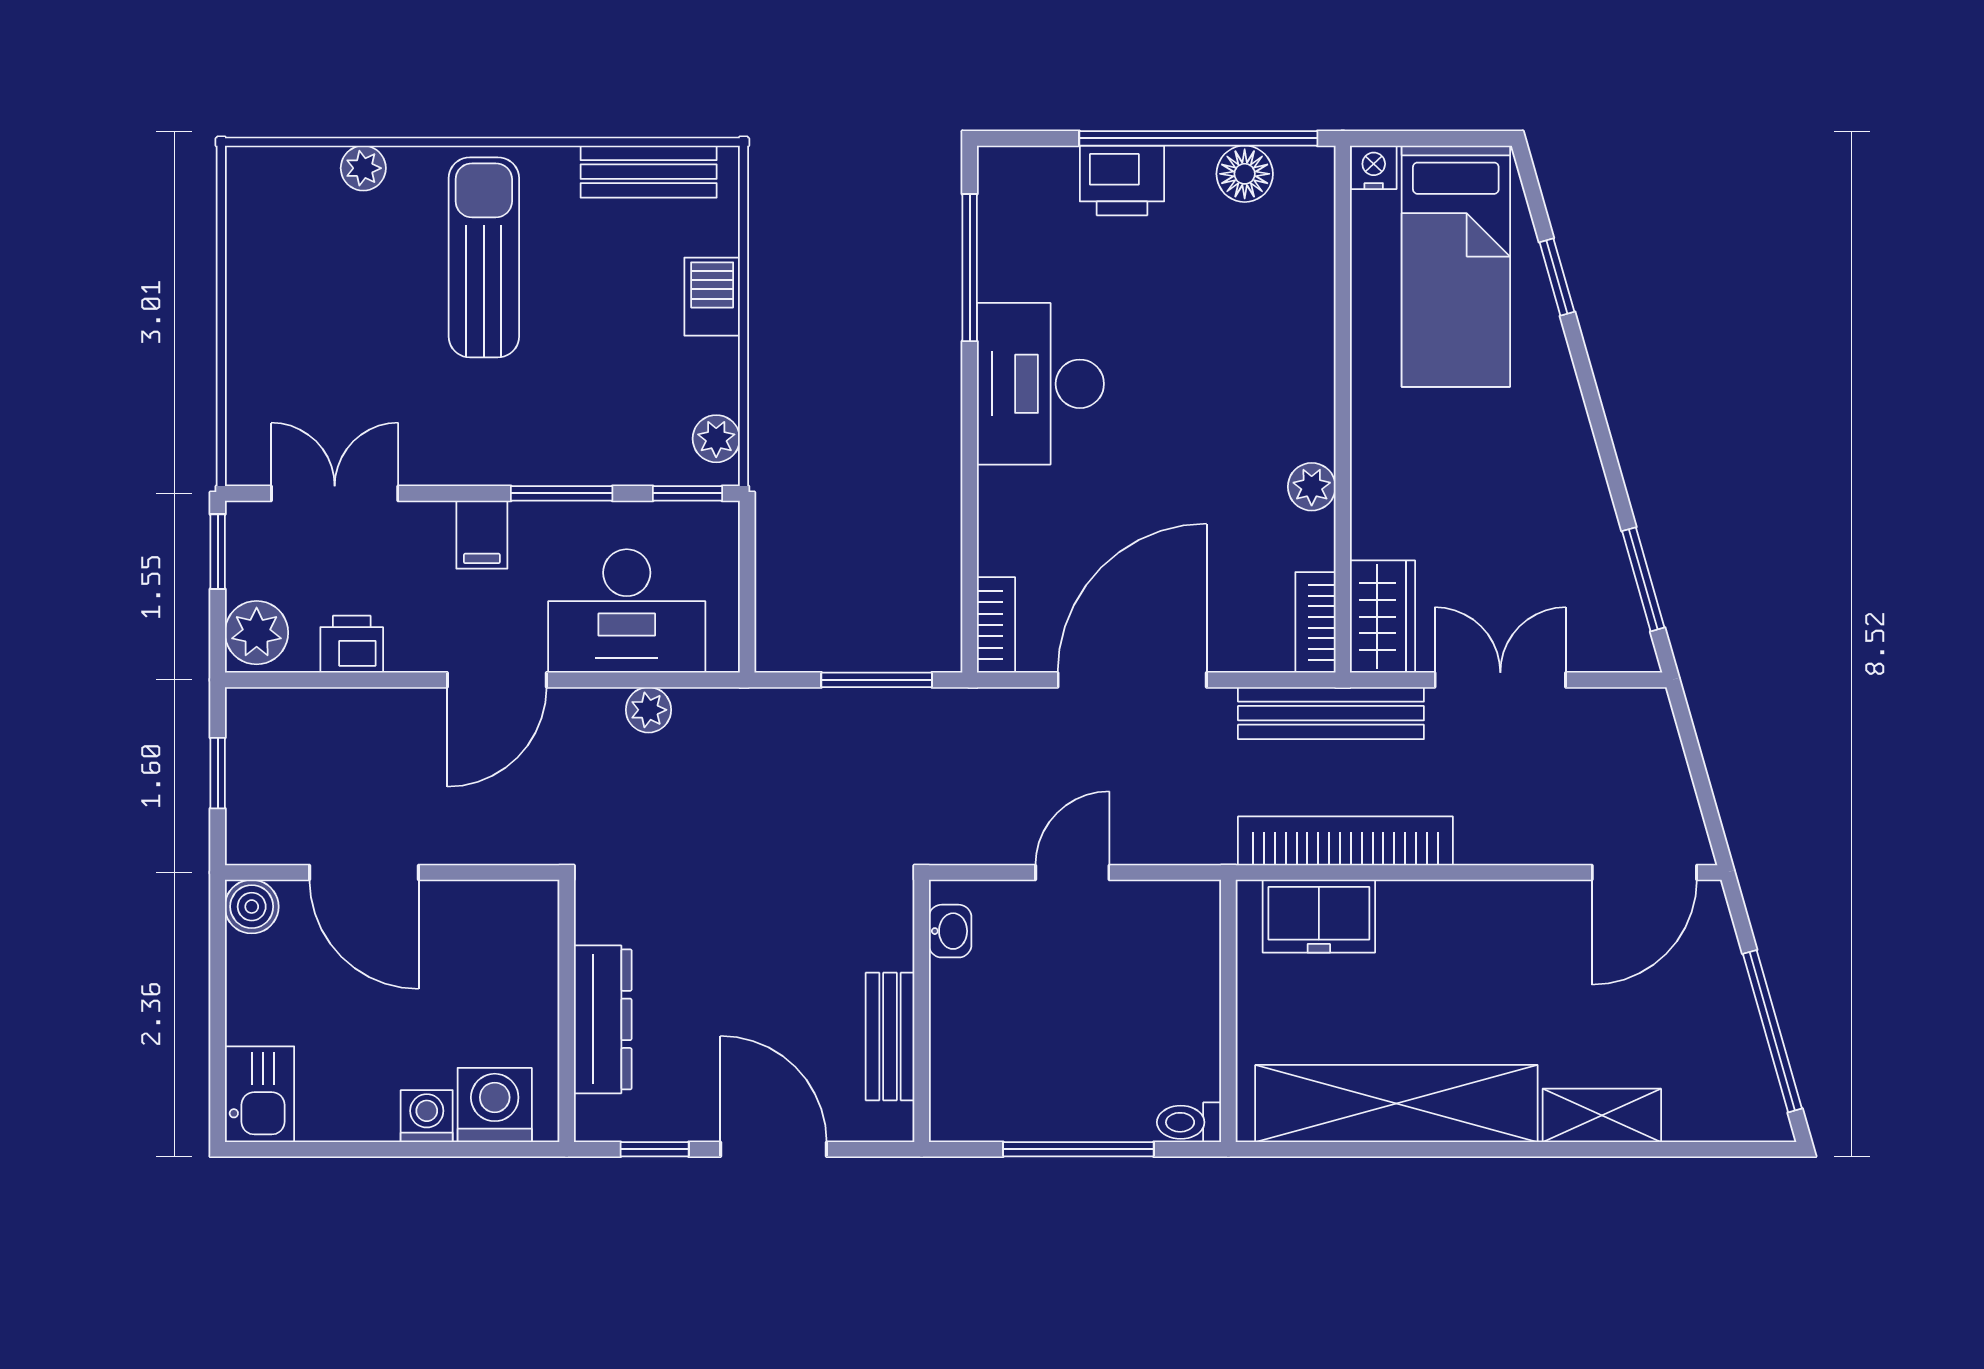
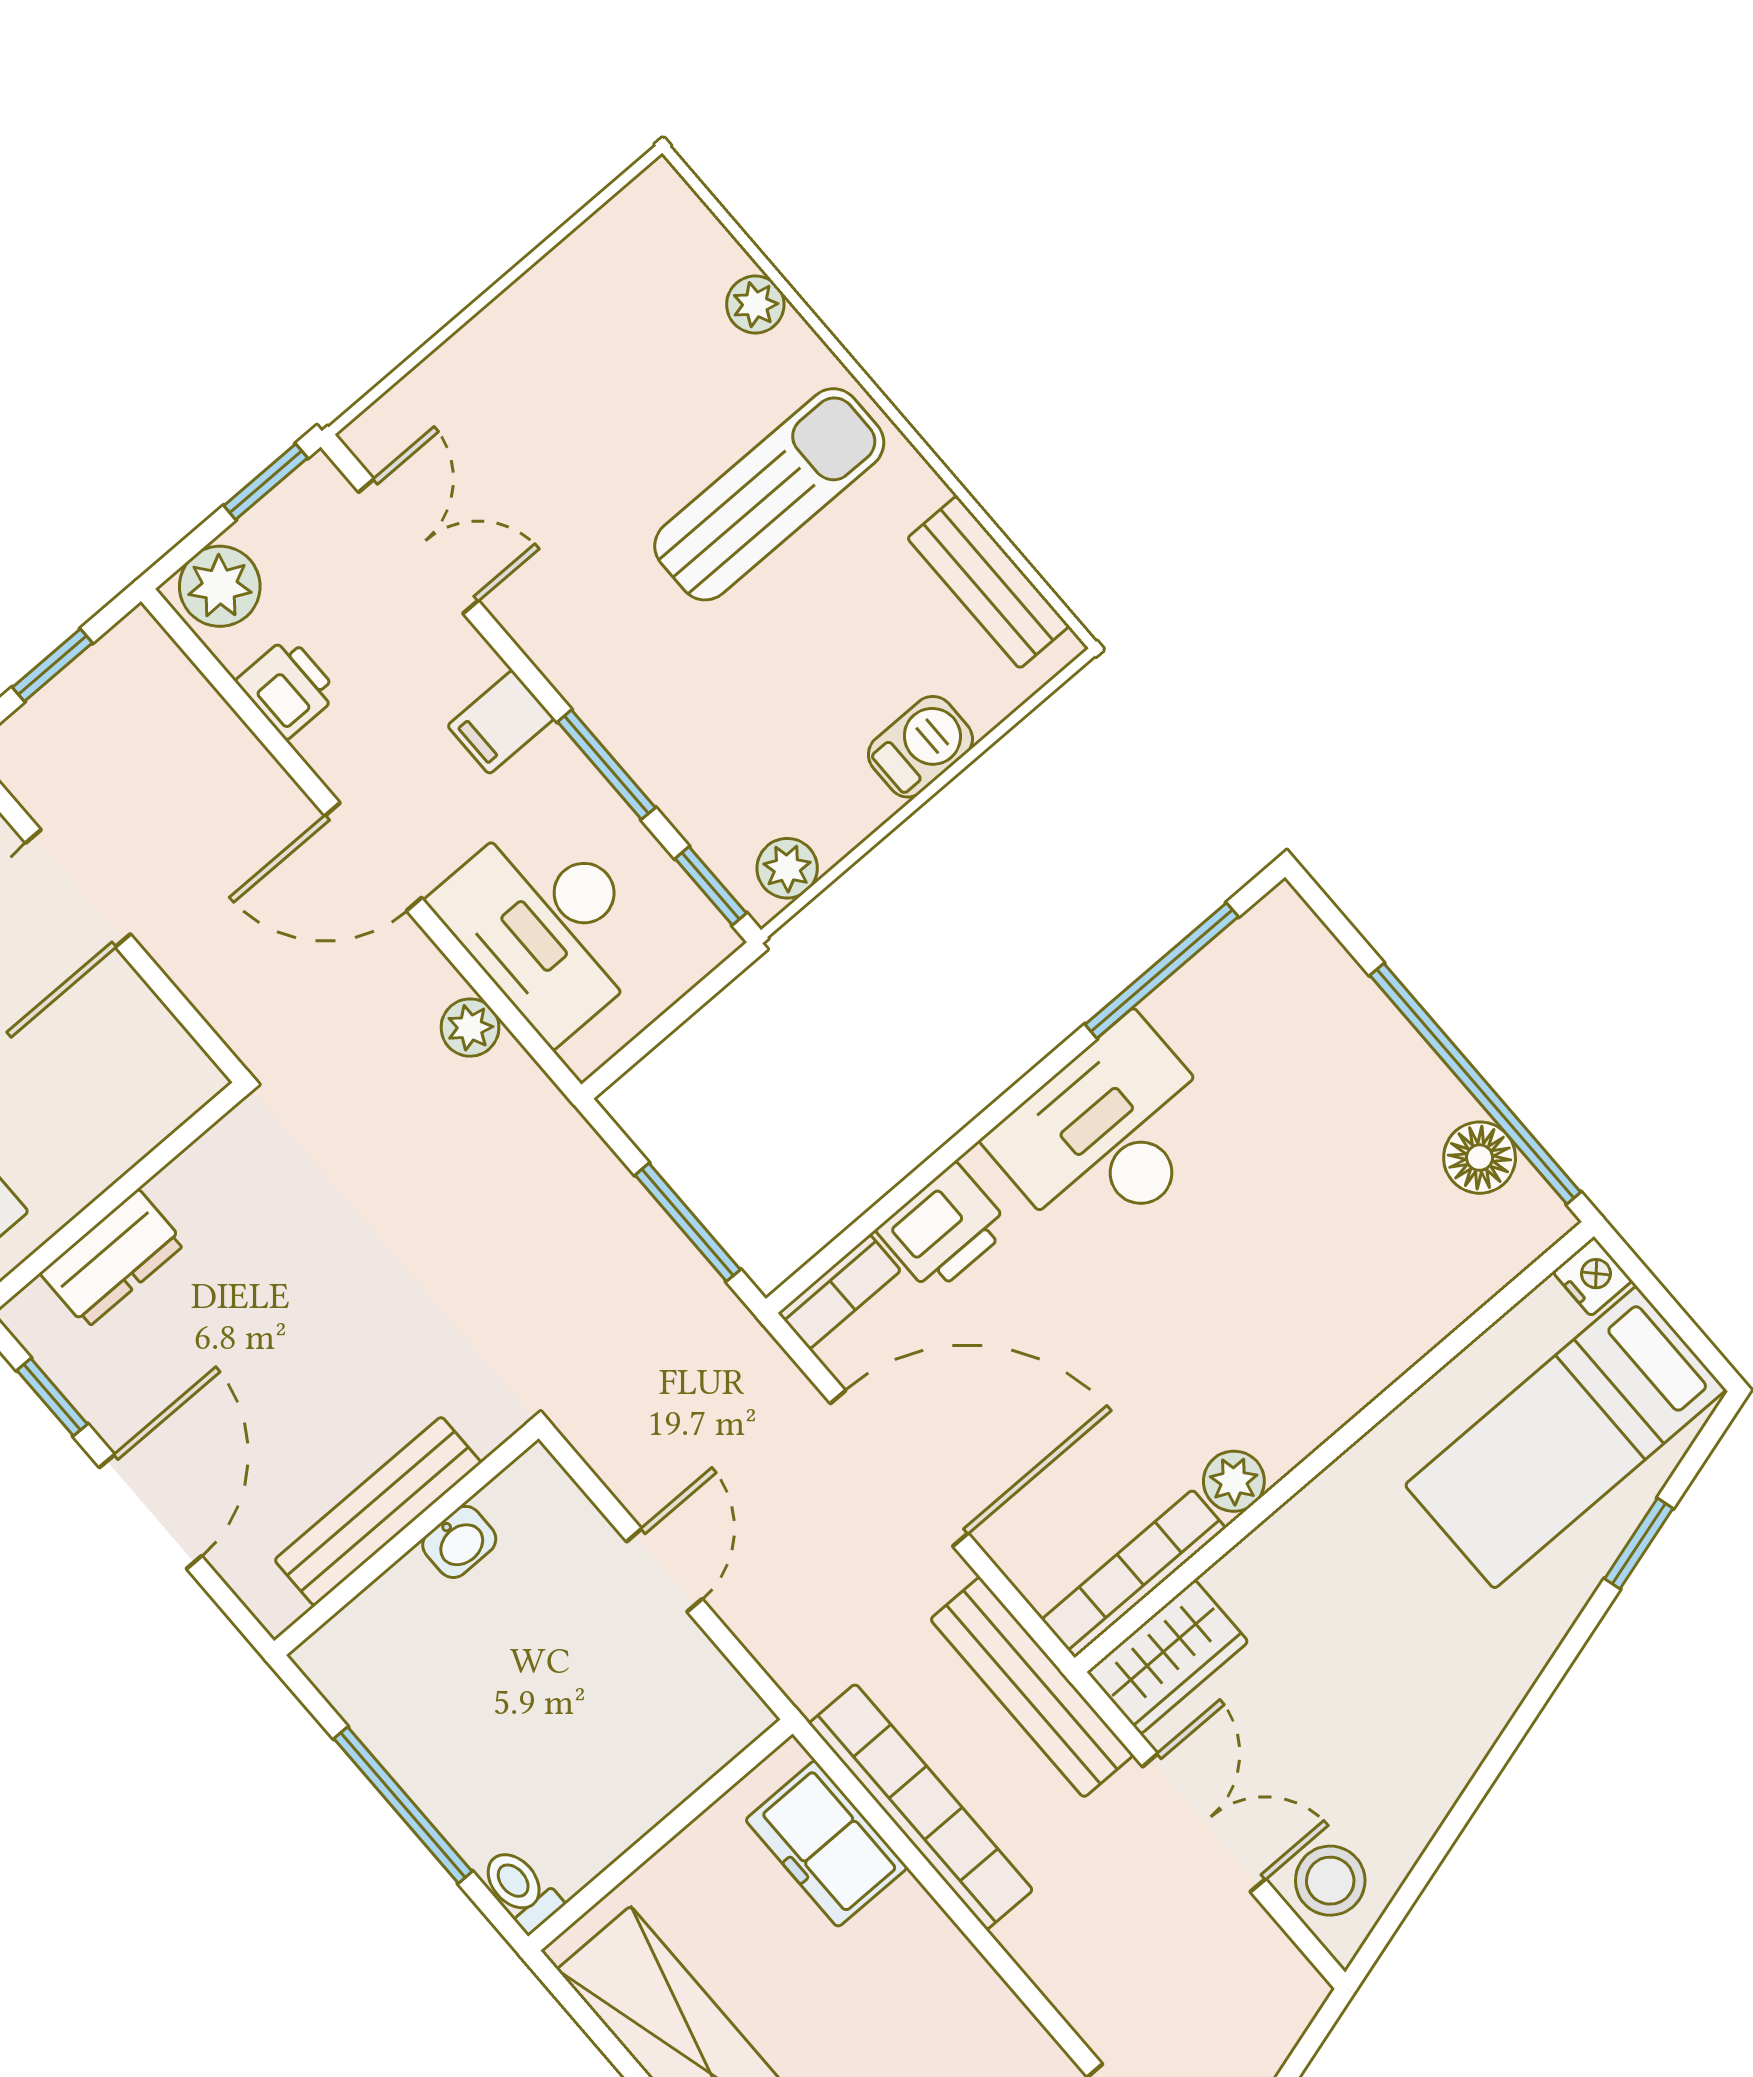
printer: (1122, 180) -> (944, 1229), moved, turned -90
window: (1643, 579) -> (1419, 1877), removed
bookcase: (1315, 622) -> (1134, 1574), width x1.56
stool: (1600, 634) -> (1330, 1881), added
door: (1072, 872) -> (664, 1570), hinge flipped
washbasin: (950, 931) -> (459, 1542), moved
dresser: (603, 1019) -> (113, 1258), width x0.70
bench: (890, 1037) -> (378, 1511), width x1.36

